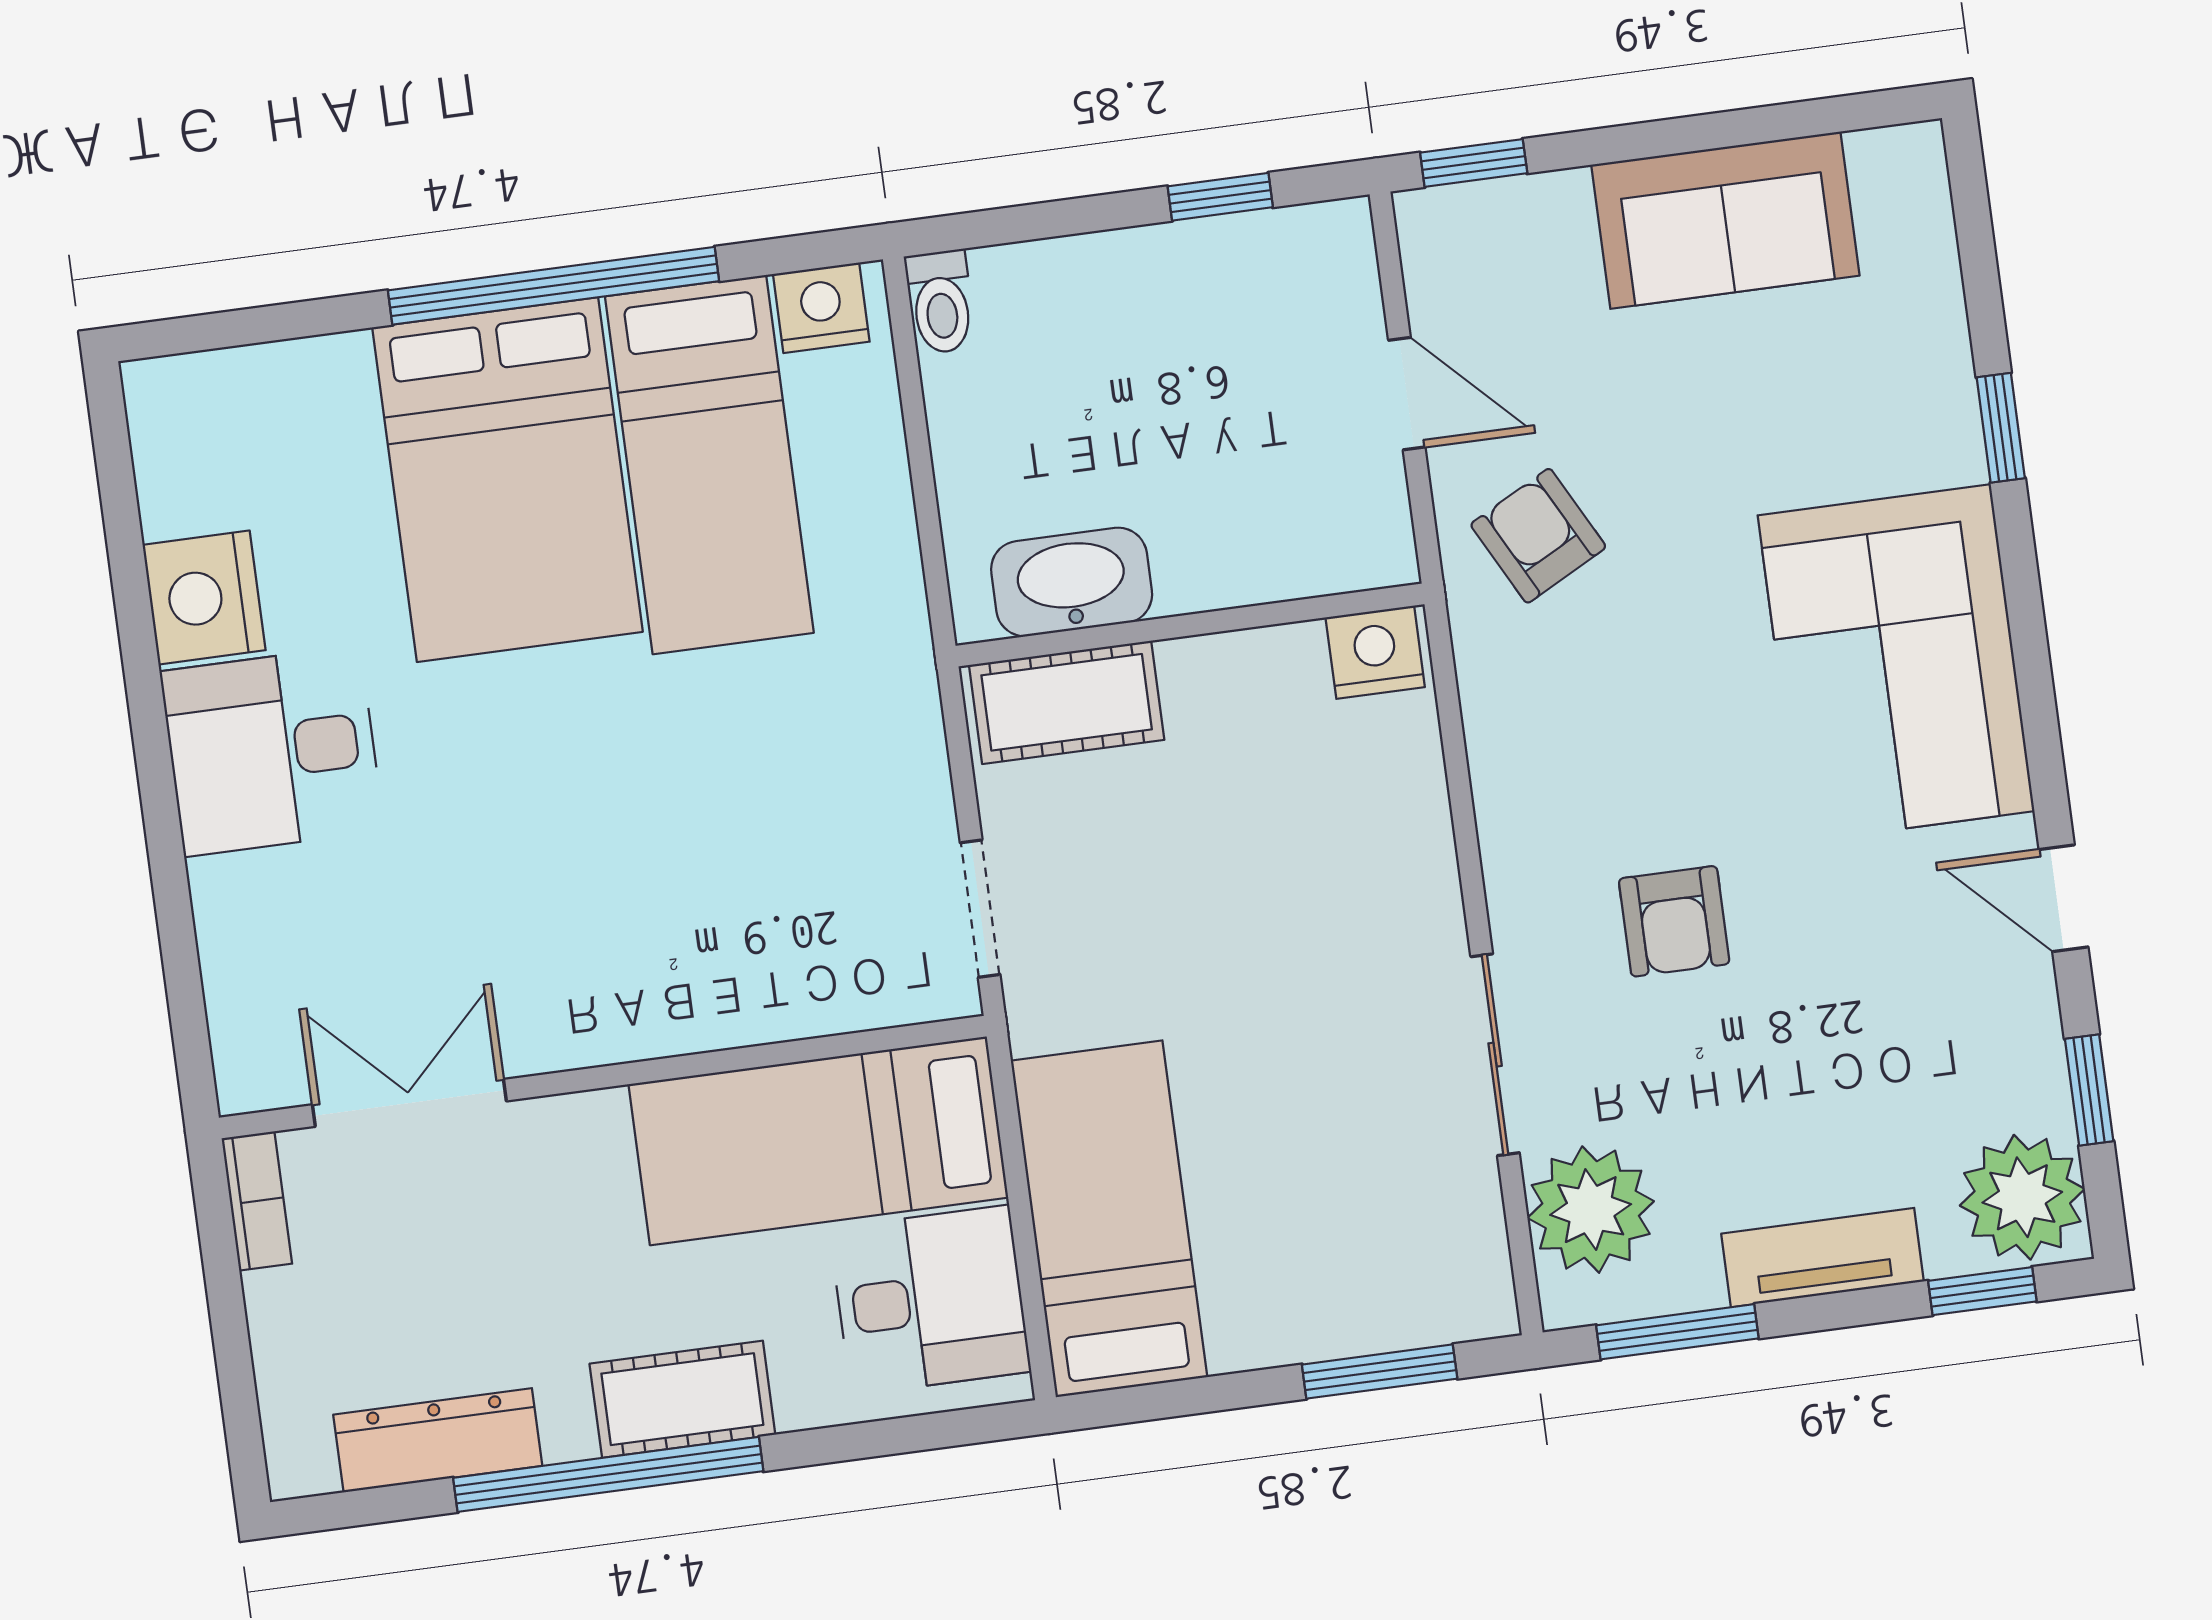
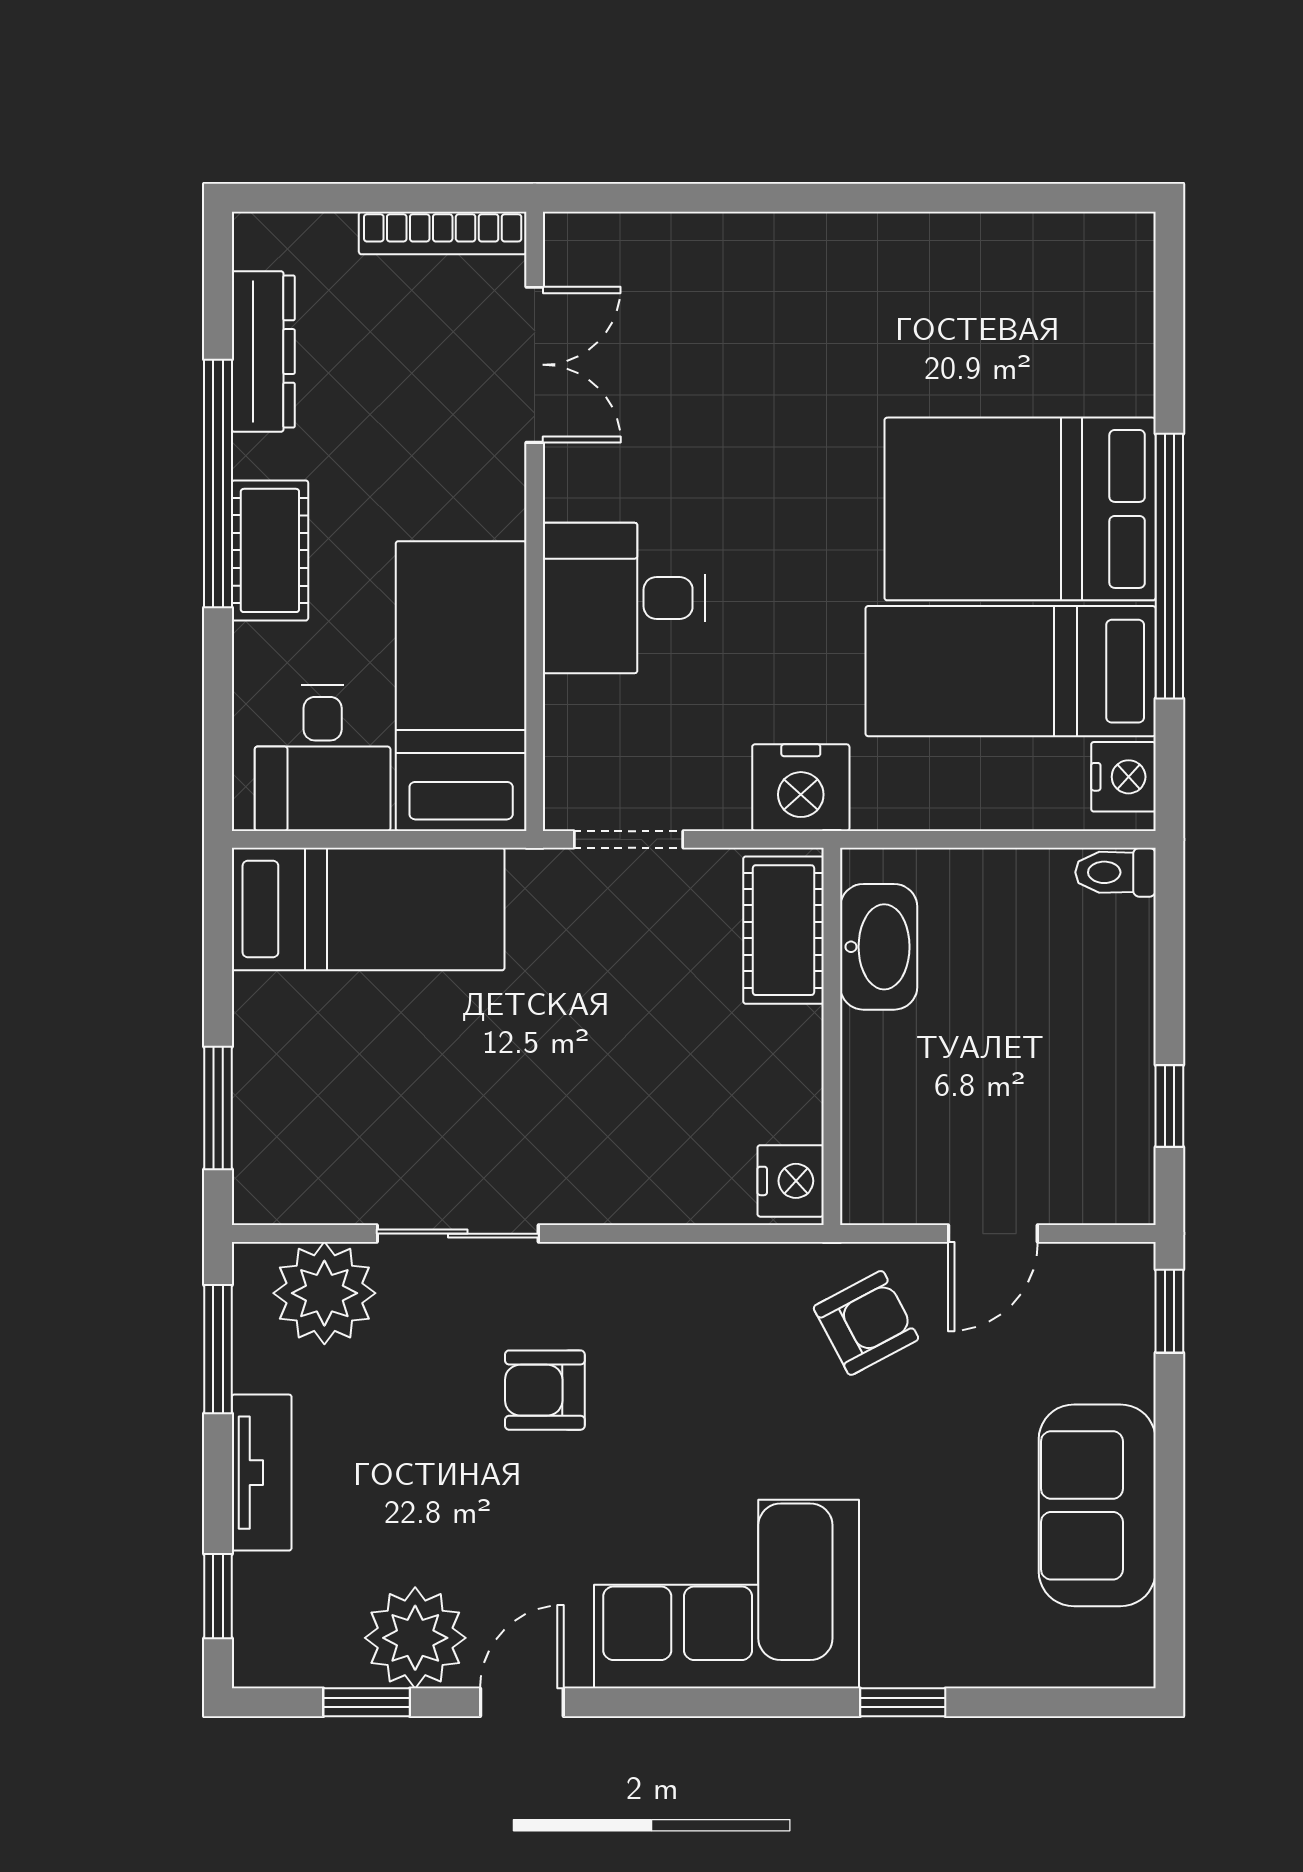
nightstand: (204, 597) -> (801, 788), moved, turned 180
desk: (272, 751) -> (624, 598), moved, turned -90
plant: (2022, 1197) -> (415, 1638), moved
bookcase: (257, 1201) -> (443, 233), width x1.56

